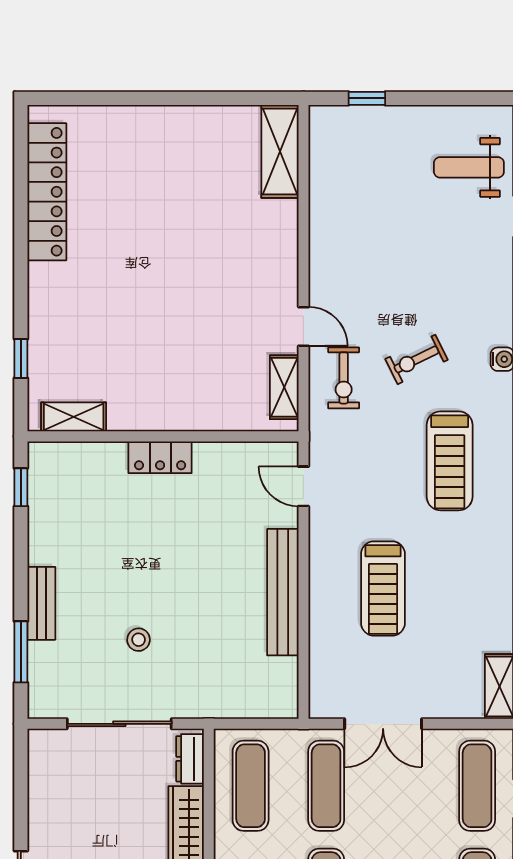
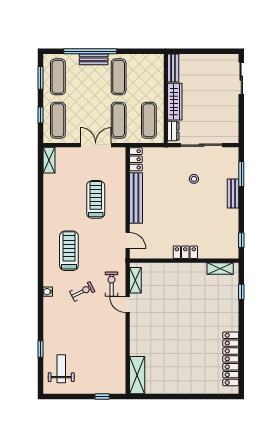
weight bench: (469, 167) -> (61, 369), turned -90
locker: (283, 688) -> (136, 159), added

